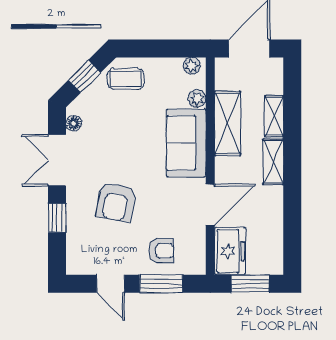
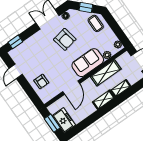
armchair: (116, 202) -> (65, 39), moved, turned -111
door: (210, 205) -> (71, 88), hinge flipped
window: (57, 218) -> (15, 42), moved
freezer: (230, 251) -> (64, 120), moved, turned -90
window: (161, 284) -> (29, 90), removed

